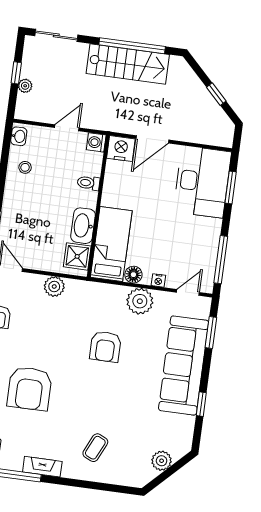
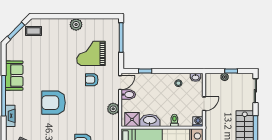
door: (67, 128) -> (204, 104), hinge flipped
bidet: (33, 257) -> (128, 95), added

